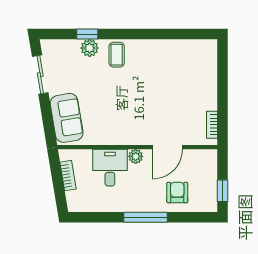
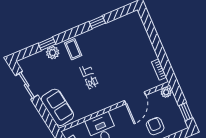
window: (160, 34) -> (97, 22), added
plant: (136, 156) -> (166, 92), moved

